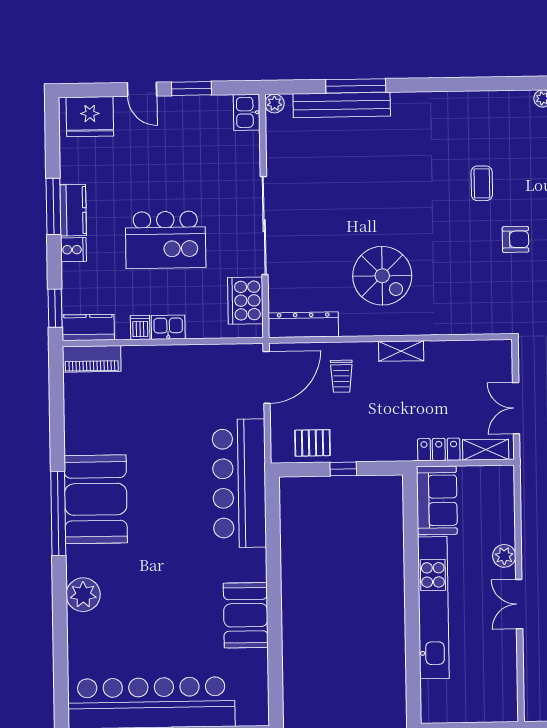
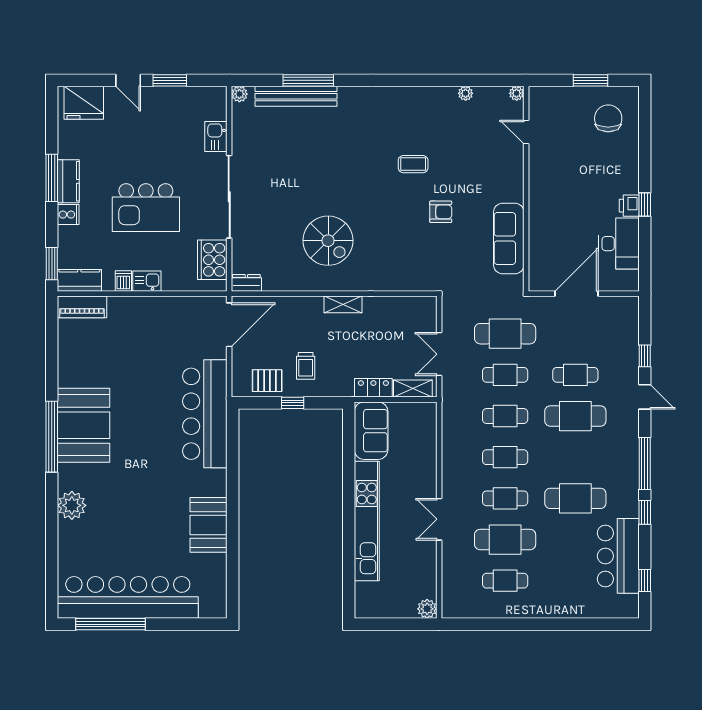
kitchen sink: (247, 112) -> (216, 136), moved
coffee table: (482, 183) -> (413, 164), turned 90
dresser: (303, 325) -> (246, 283), width x0.51, depth x0.80
trolley: (341, 376) -> (306, 366), moved
plant: (504, 556) -> (427, 609), moved

